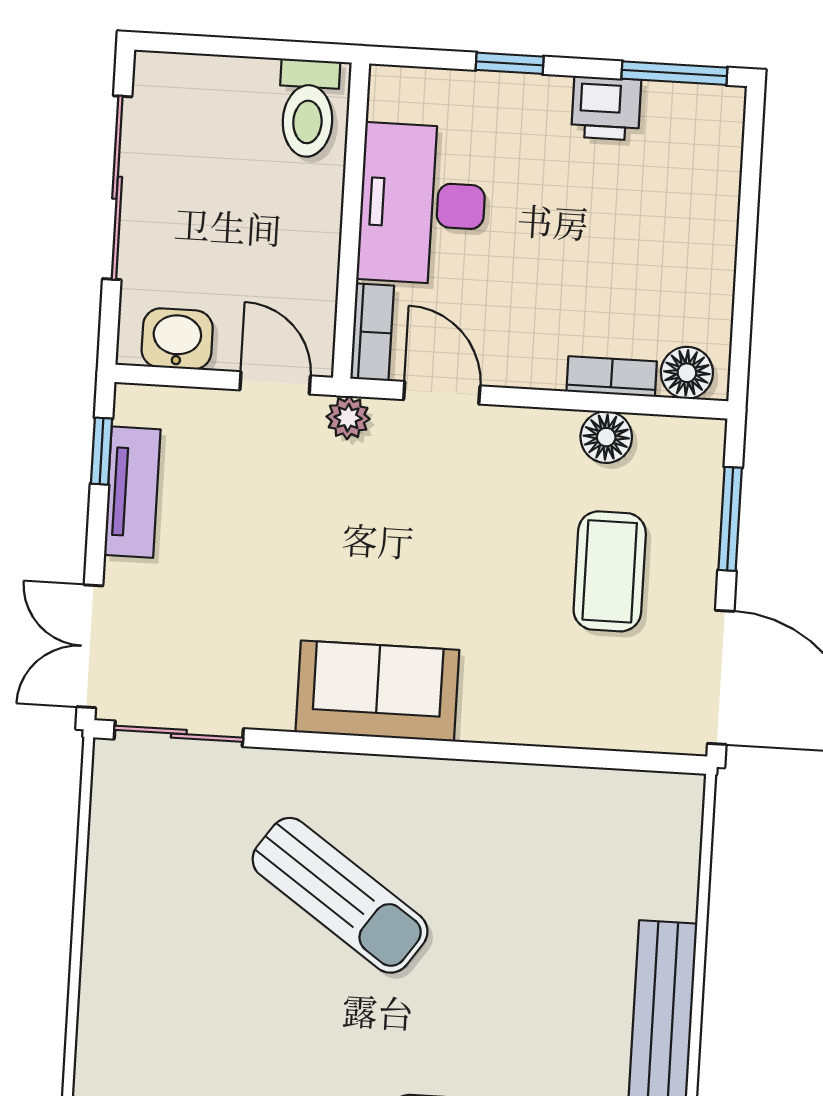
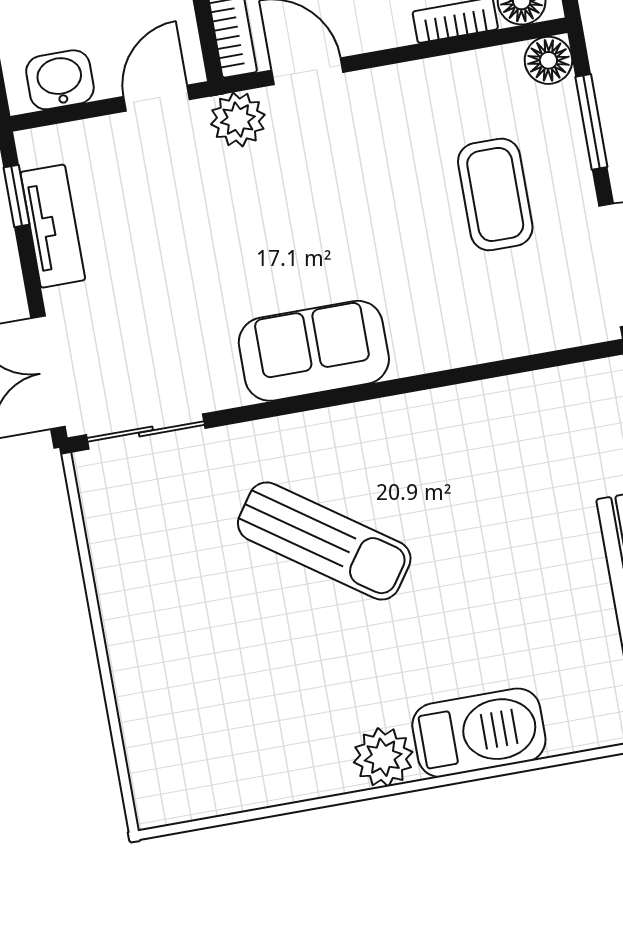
door: (275, 383) -> (157, 98), hinge flipped
plant: (348, 418) -> (238, 120), width x1.38, depth x1.38
floor lamp: (606, 437) -> (548, 60), moved

